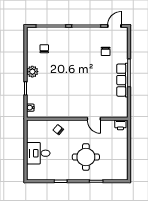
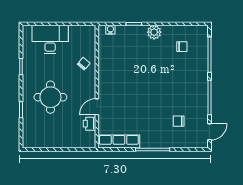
door: (114, 26) -> (209, 132), hinge flipped
row of seats: (122, 80) -> (119, 142), moved
printer: (120, 125) -> (89, 124), moved
desk: (38, 153) -> (50, 39), width x1.37

